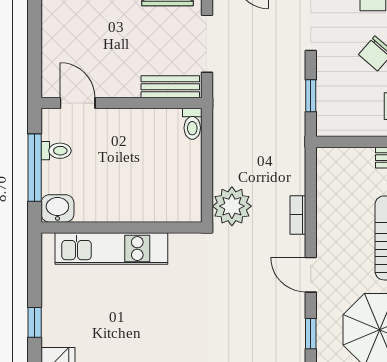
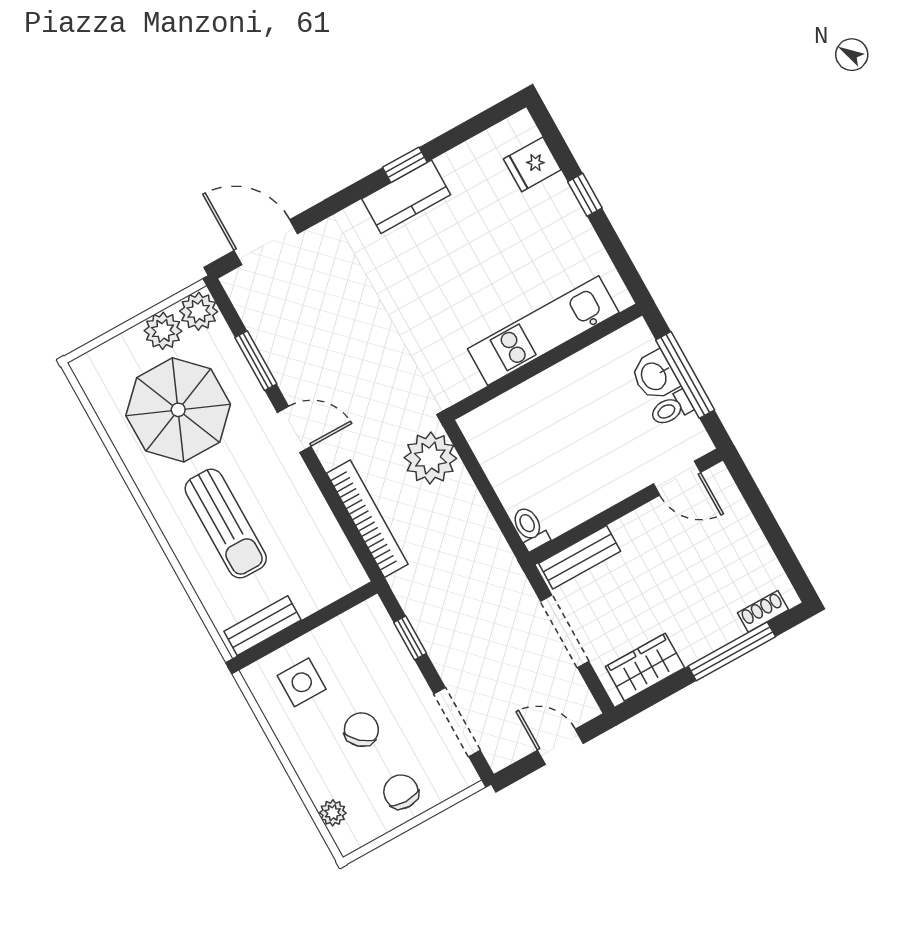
washbasin: (57, 208) -> (655, 376), moved, turned 90
bookcase: (298, 215) -> (367, 519), width x2.31, depth x1.31
window: (311, 334) -> (256, 361), width x1.50

